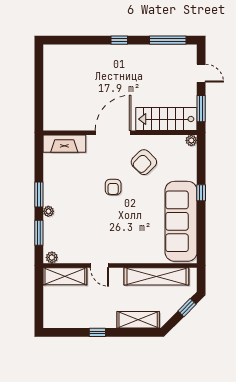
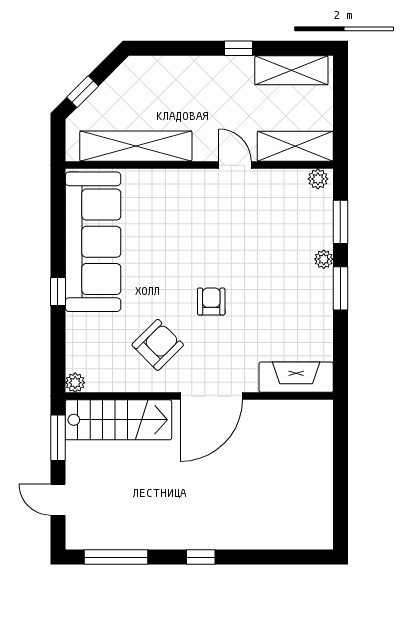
shelving: (138, 320) -> (291, 70), moved

